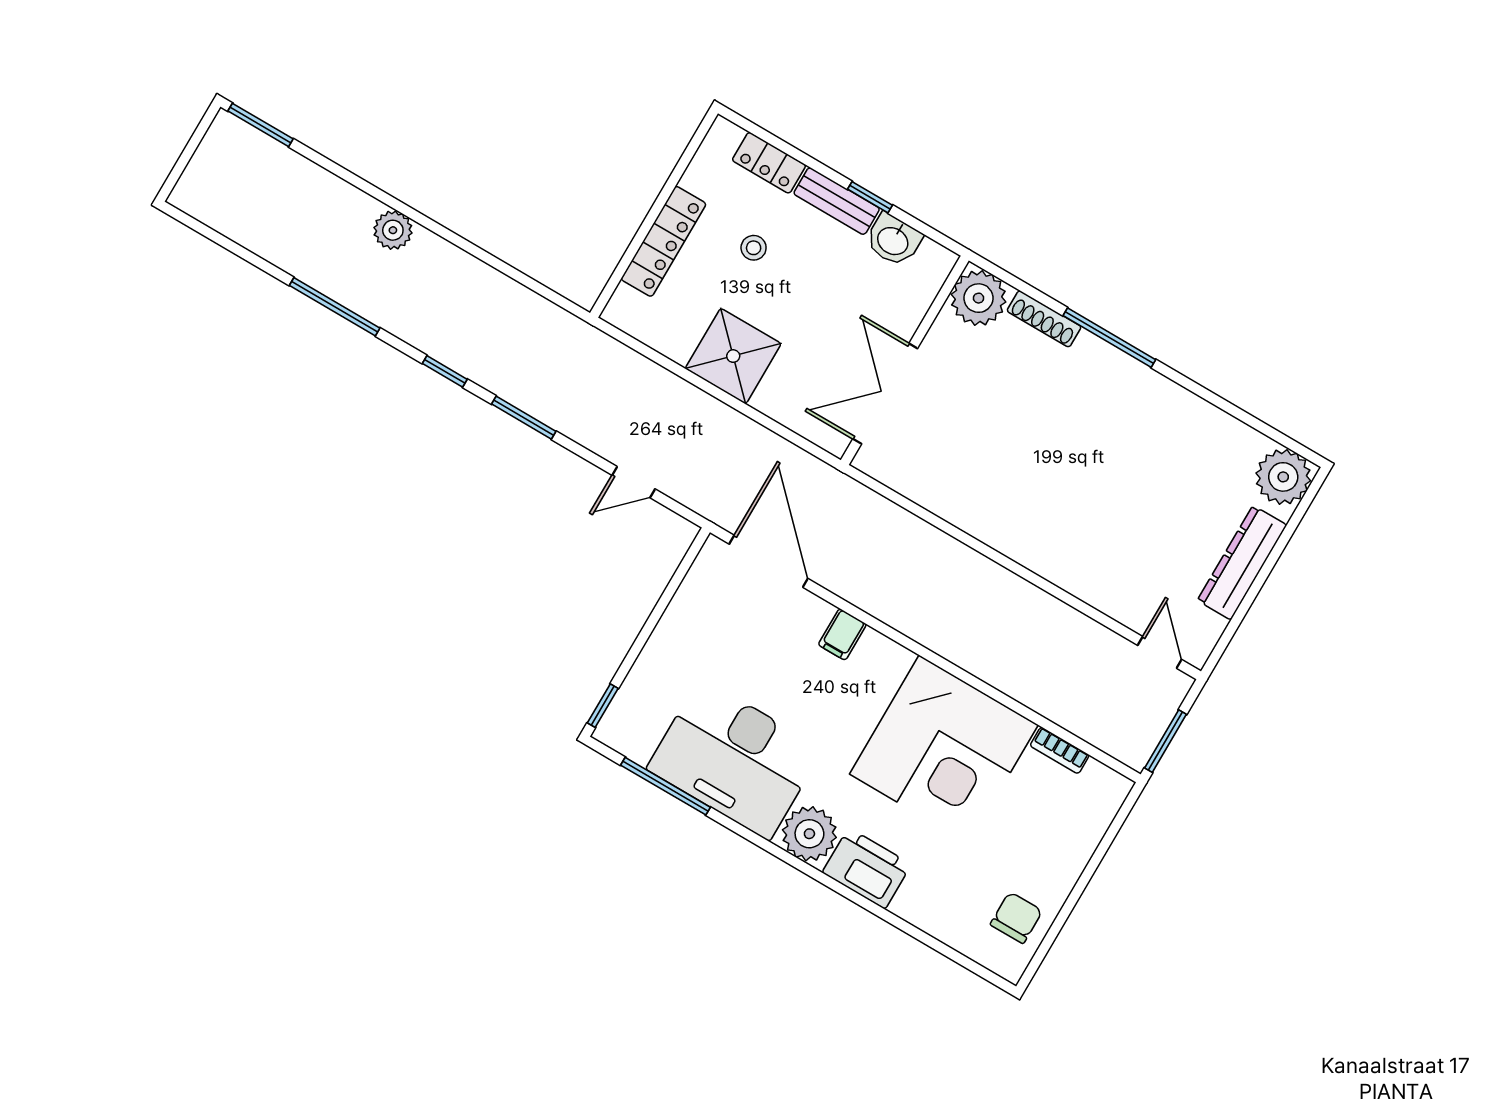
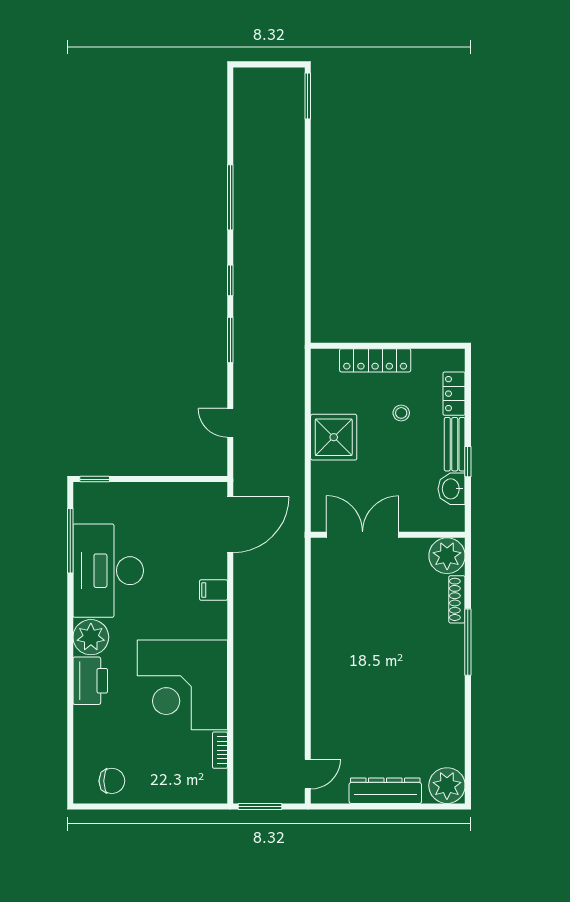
plant: (393, 230) -> (292, 205), removed

